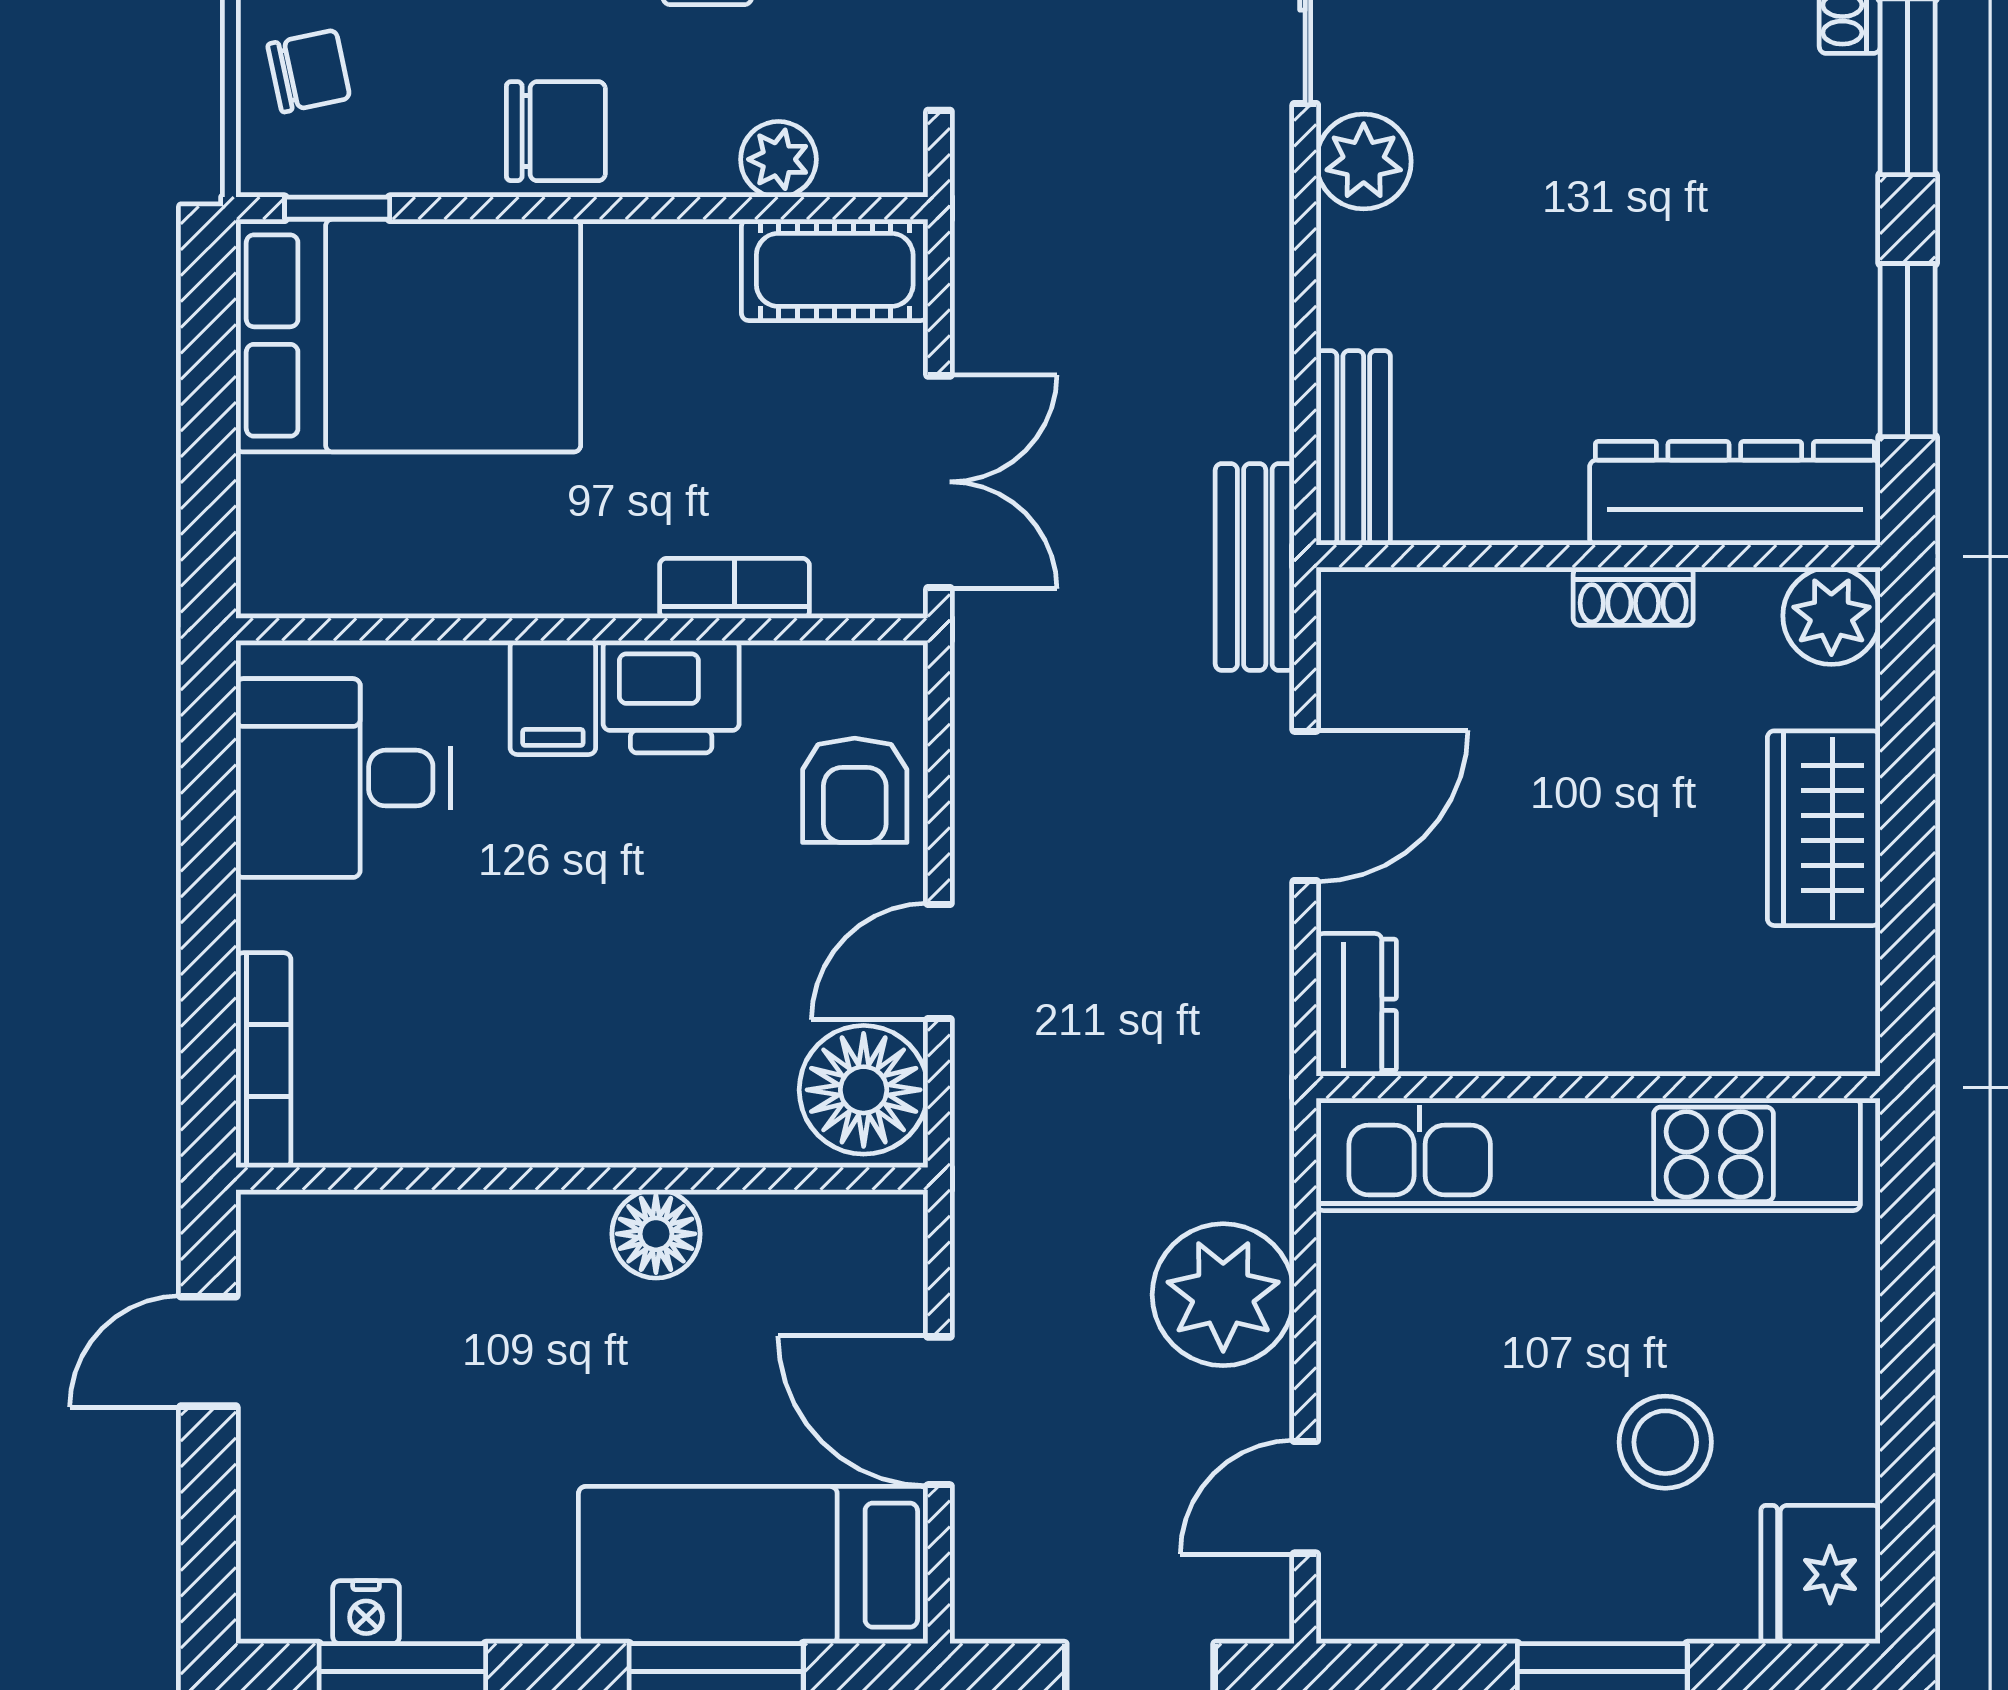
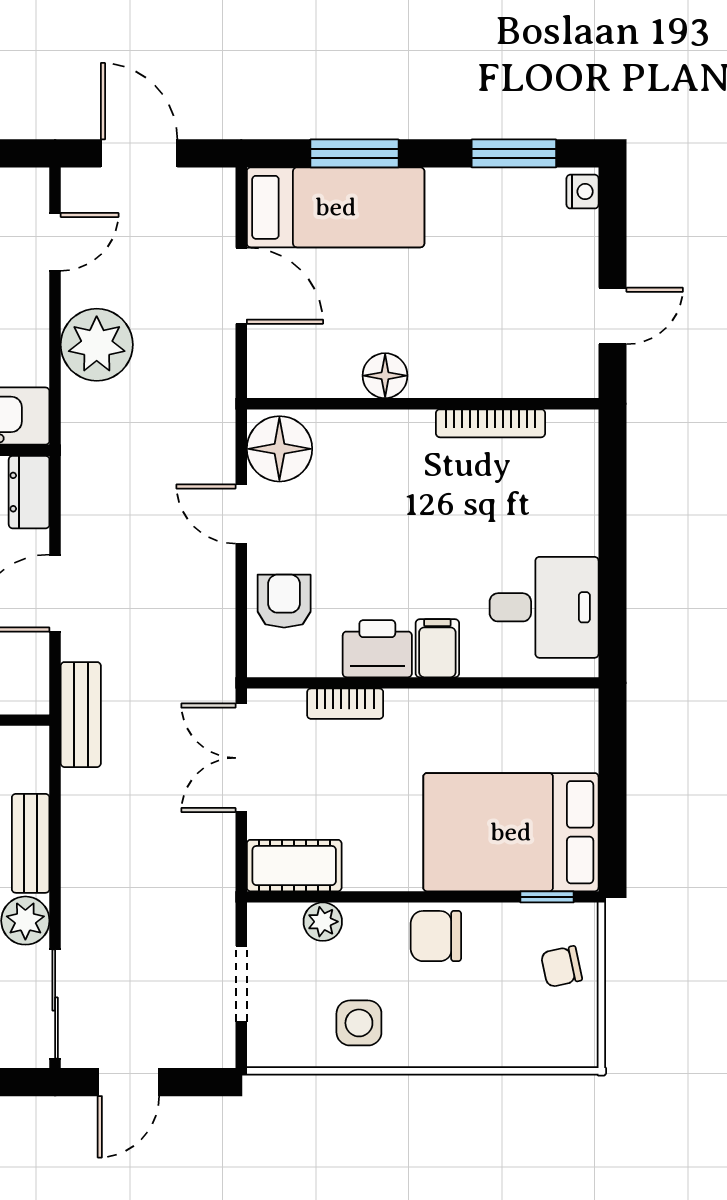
bench: (1353, 448) -> (31, 843), moved
door: (939, 962) -> (241, 514), swing flipped
bookcase: (263, 1060) -> (491, 423), moved, turned -90
nightstand: (366, 1612) -> (583, 192), moved, turned 90

